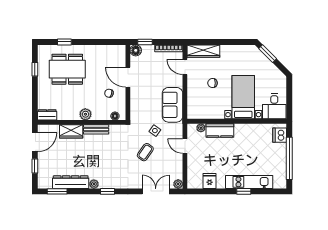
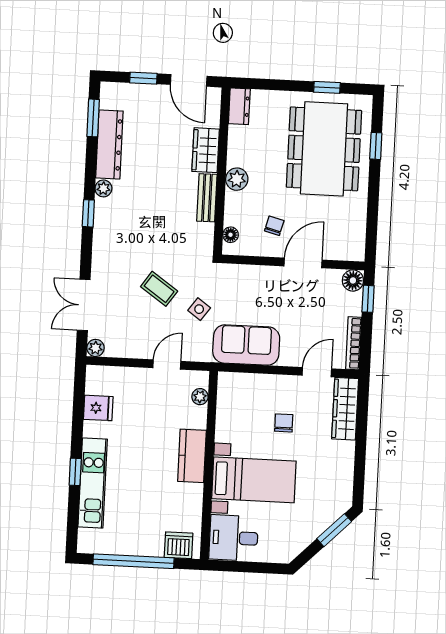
dining table: (67, 69) -> (324, 149), width x1.36, depth x1.24
kitchen counter: (220, 130) -> (192, 456), moved
double door: (156, 191) -> (84, 305), swing flipped

